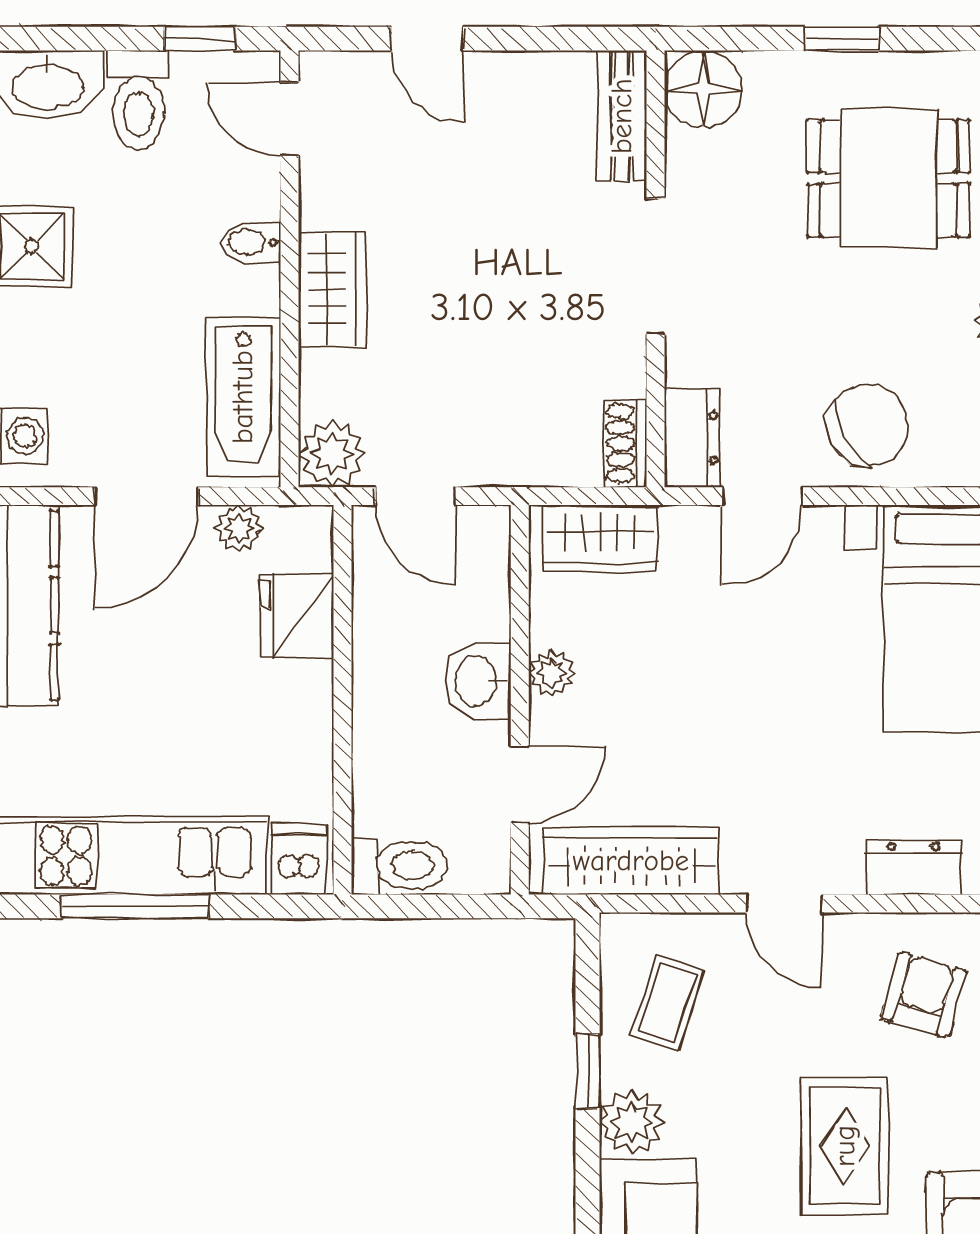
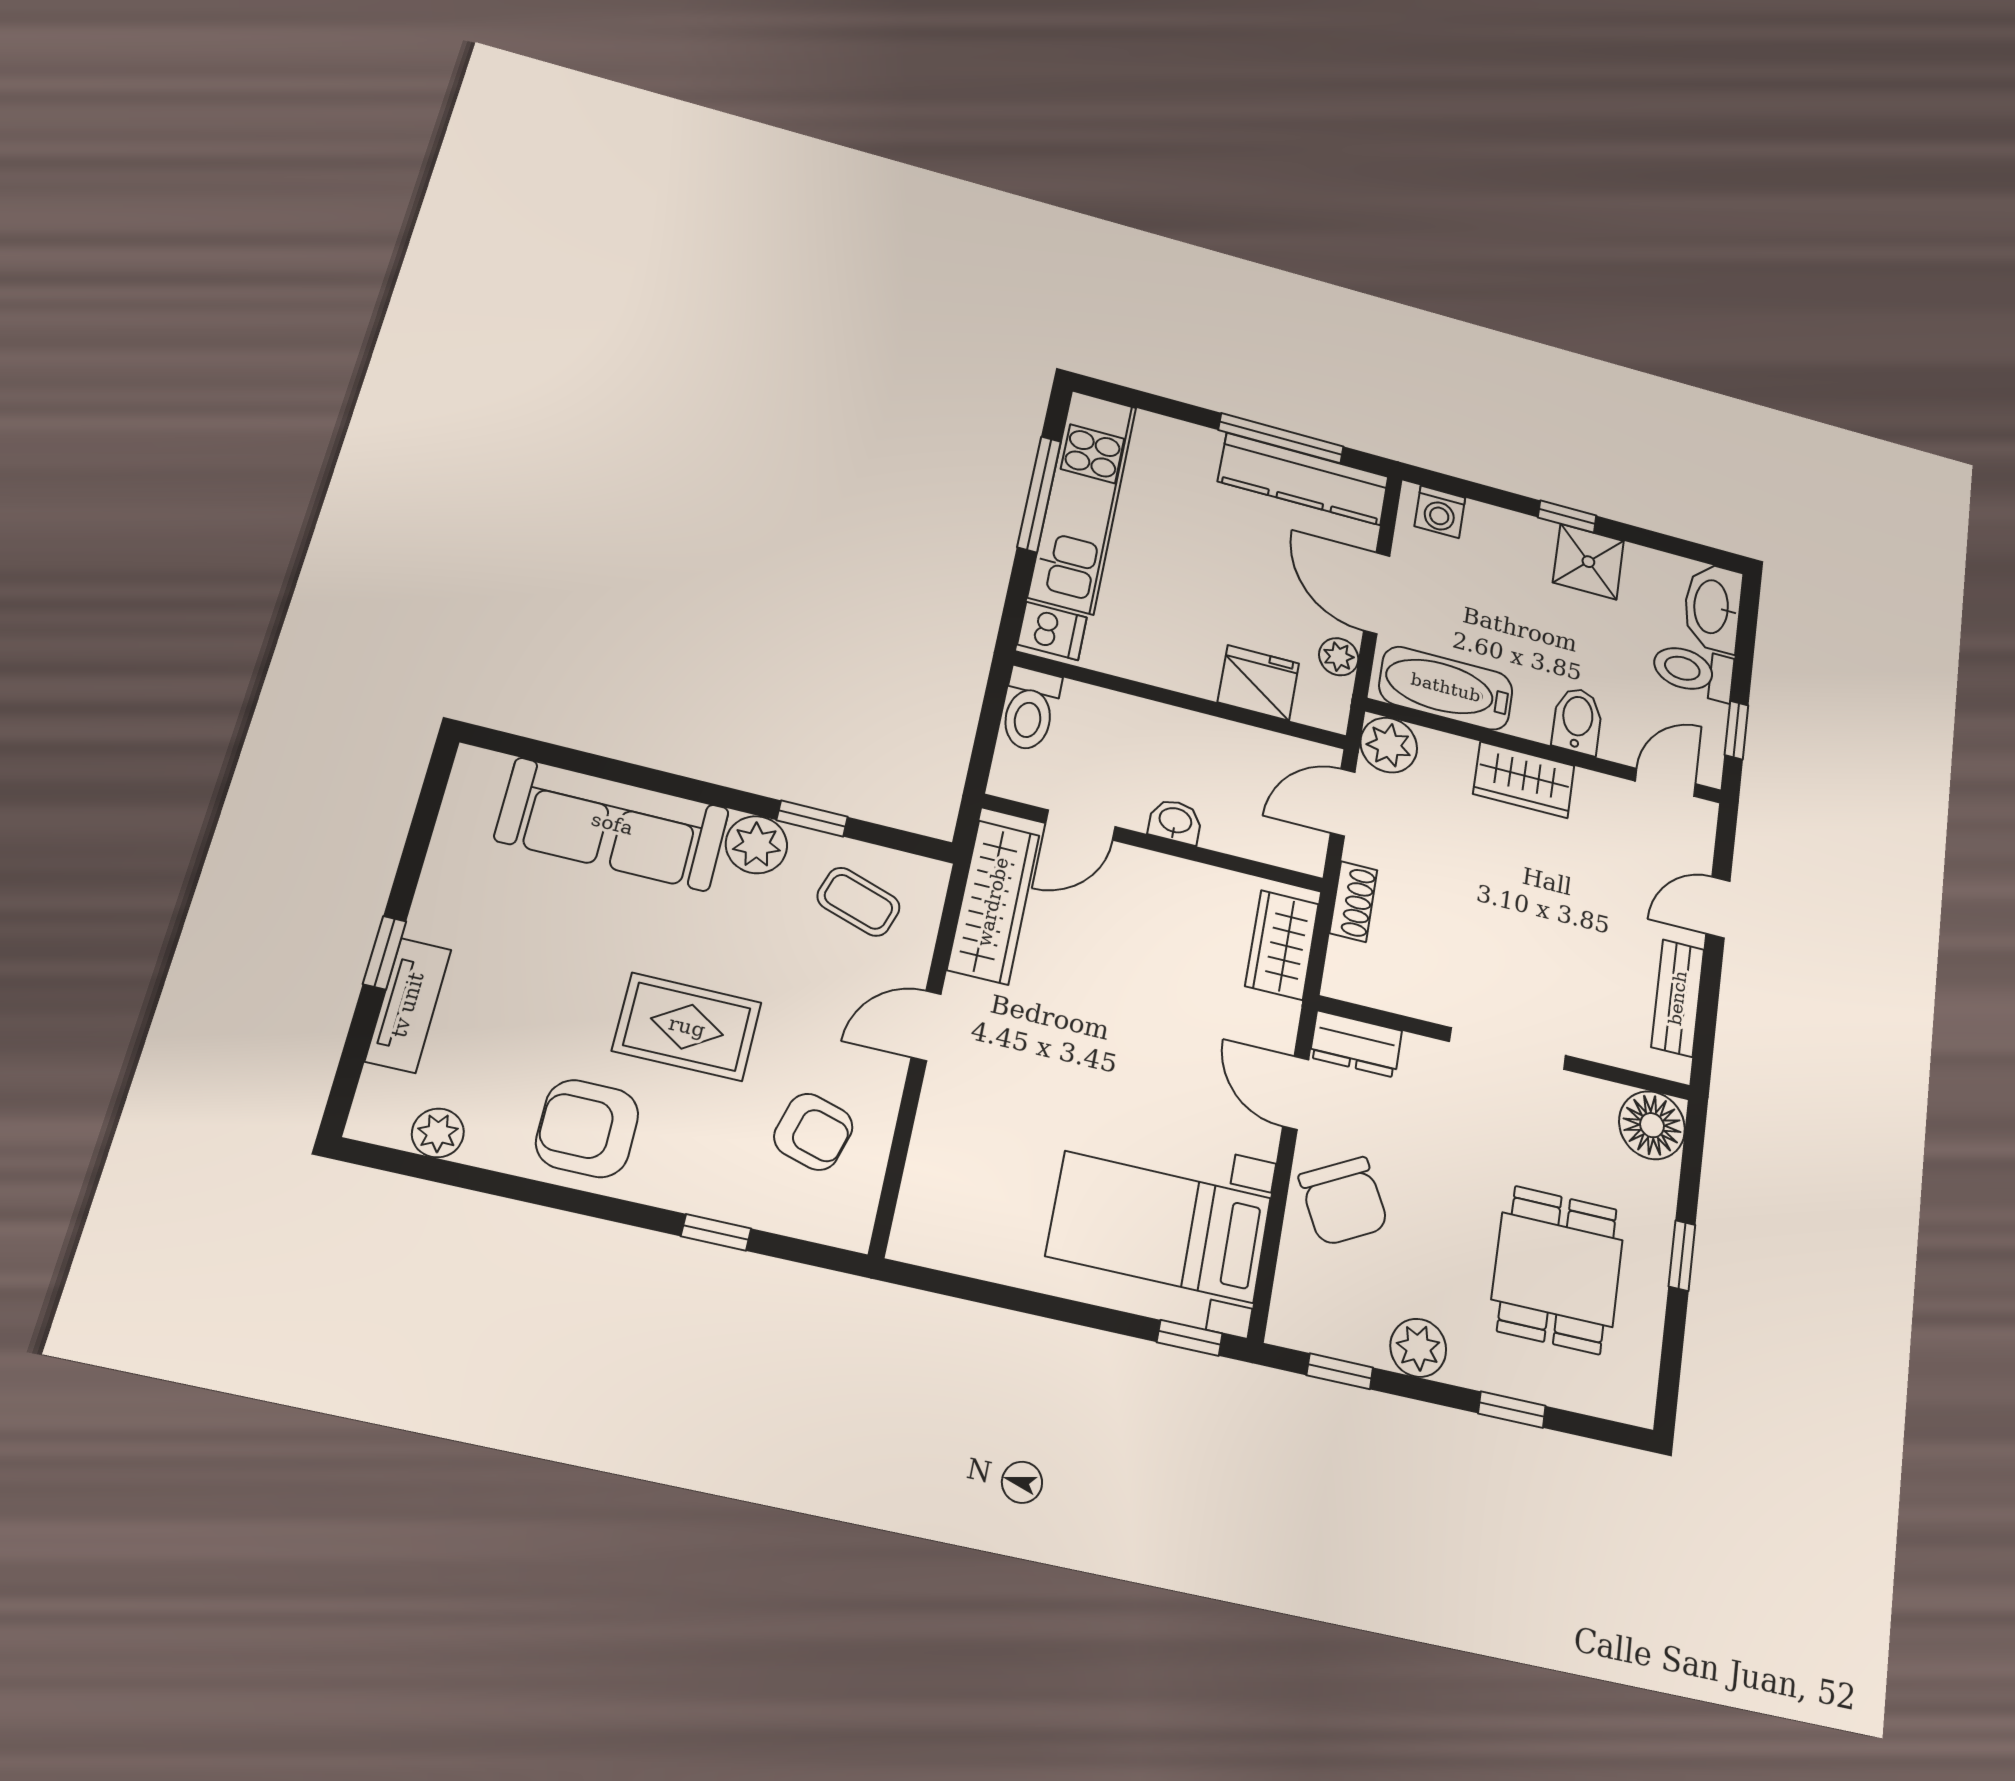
bench: (622, 116) -> (1678, 998), moved, turned 90
bidet: (251, 242) -> (1577, 720), width x1.38, depth x1.36
shoe rack: (625, 443) -> (1353, 902), moved, turned 90
plant: (552, 673) -> (1172, 876), removed
washbasin: (478, 681) -> (1175, 821), width x0.72, depth x0.69
door: (520, 784) -> (1080, 825), hinge flipped
dresser: (914, 868) -> (934, 1150), removed

